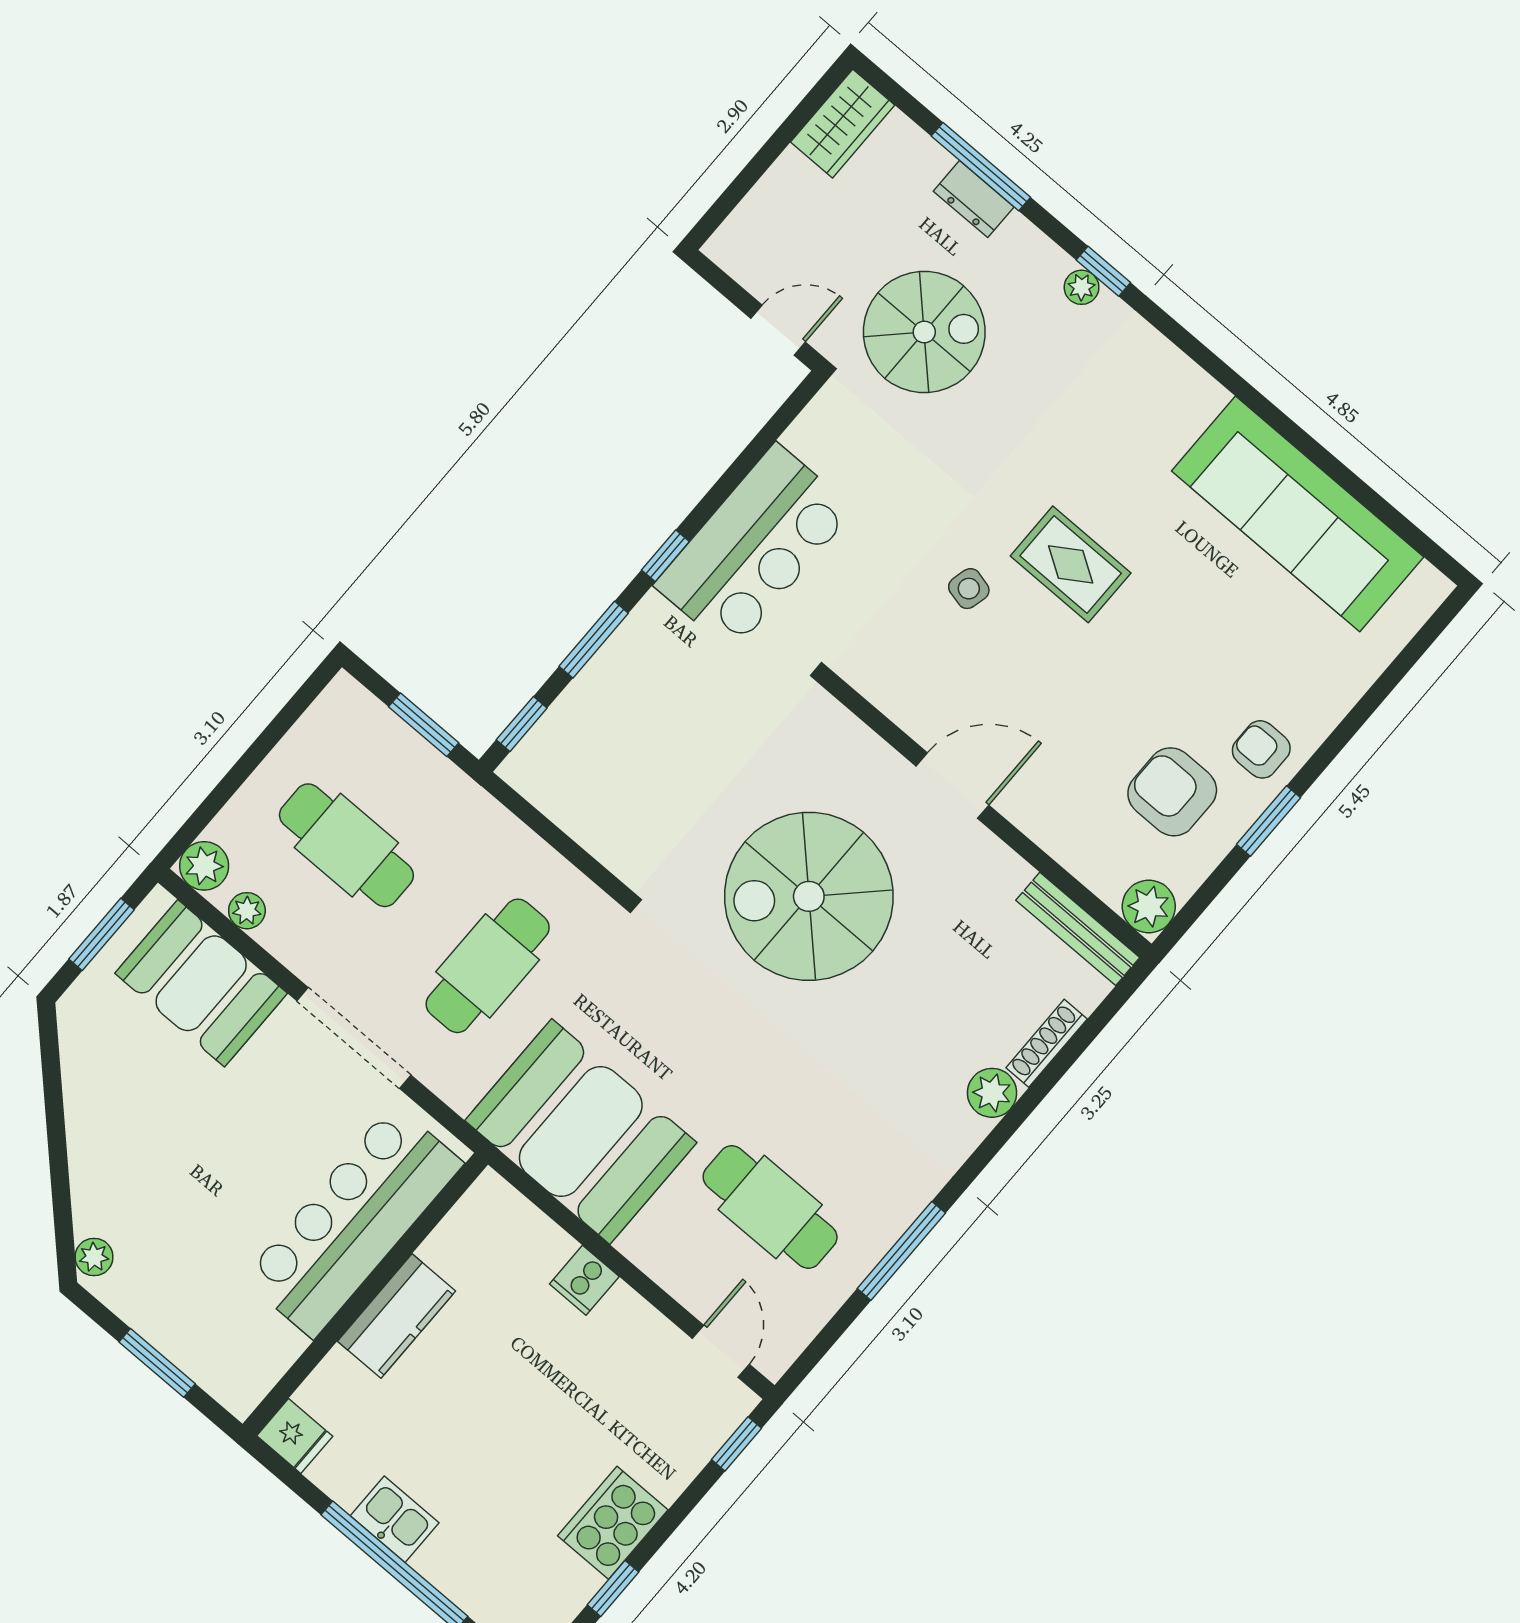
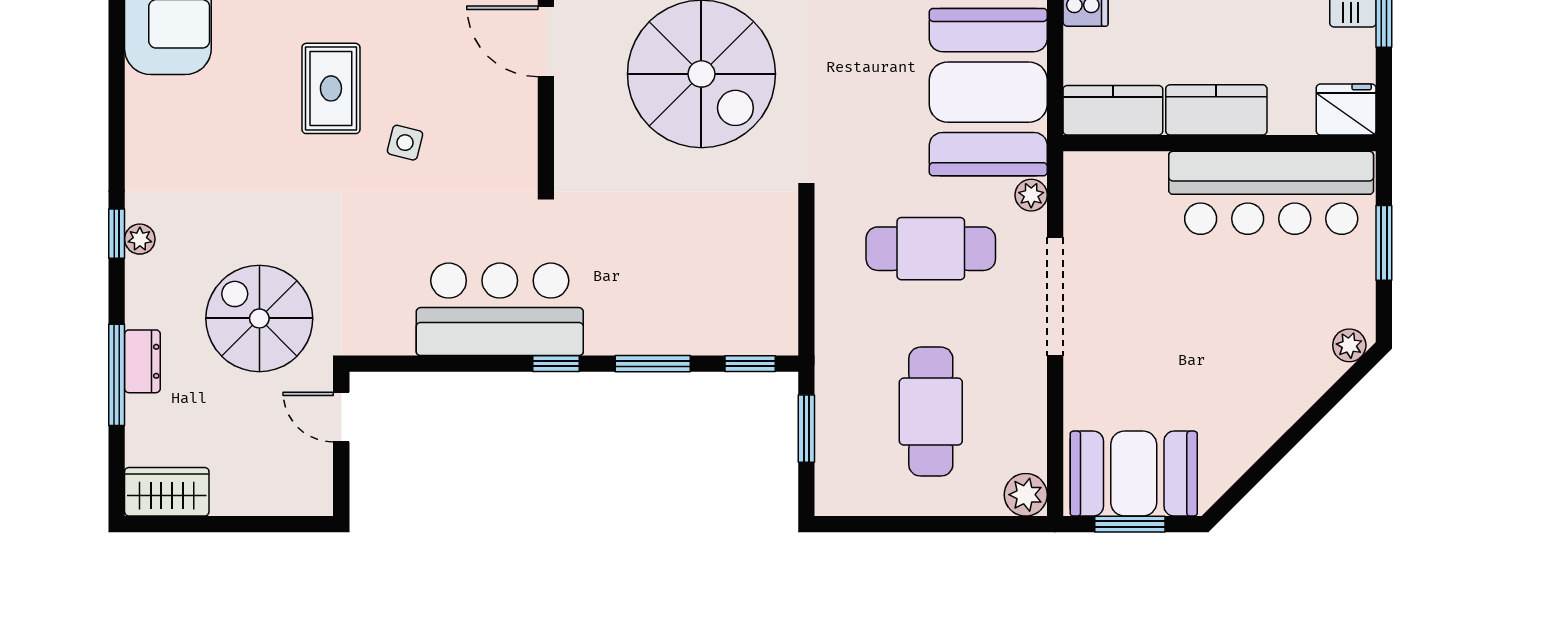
plant: (247, 911) -> (1031, 195), moved
booth: (201, 983) -> (1134, 474), moved, turned 90
bar counter: (353, 1221) -> (1271, 193), moved
kitchen counter: (473, 1226) -> (1113, 110), added
fridge: (295, 1436) -> (1346, 109), width x1.38

